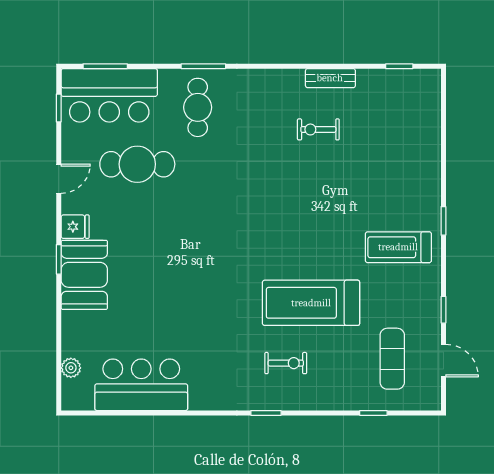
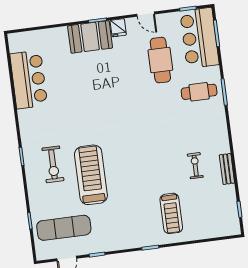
treadmill: (398, 247) -> (171, 213), moved, turned 180
exercise mat: (392, 359) -> (64, 228), width x1.36, depth x1.45
exercise bike: (286, 363) -> (53, 164), width x1.38, depth x1.39
plant: (71, 368) -> (33, 36), removed

